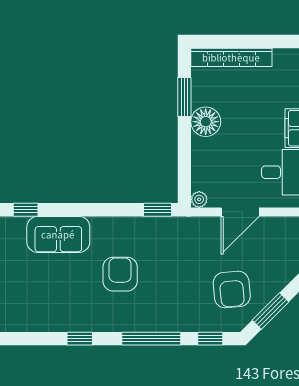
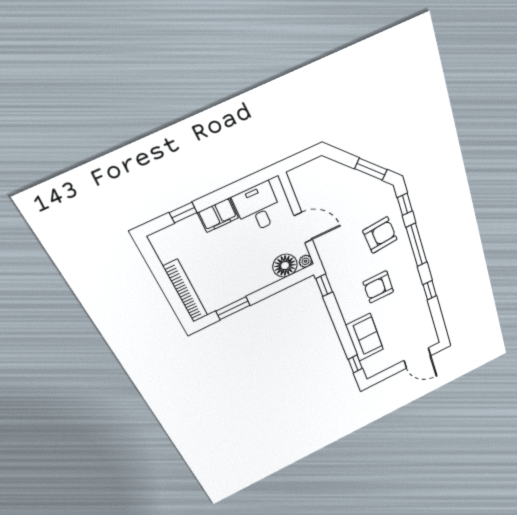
floor lamp: (206, 122) -> (285, 266), moved
armchair: (232, 290) -> (380, 235), moved

